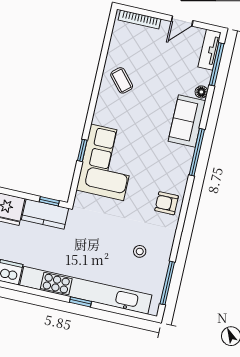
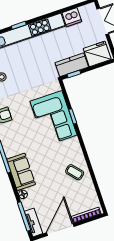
door: (182, 21) -> (60, 230), width x1.88

